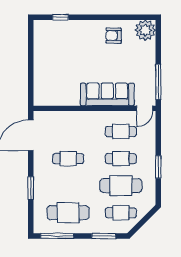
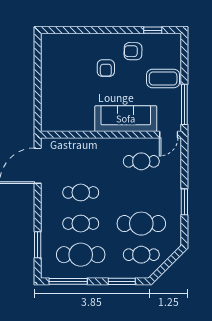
window: (60, 17) -> (153, 30), moved
plant: (145, 30) -> (169, 45), removed
armchair: (90, 50) -> (106, 68), added
coffee table: (140, 59) -> (163, 78), added
cafe table: (121, 159) -> (81, 224), moved
window: (31, 188) -> (38, 245), moved

